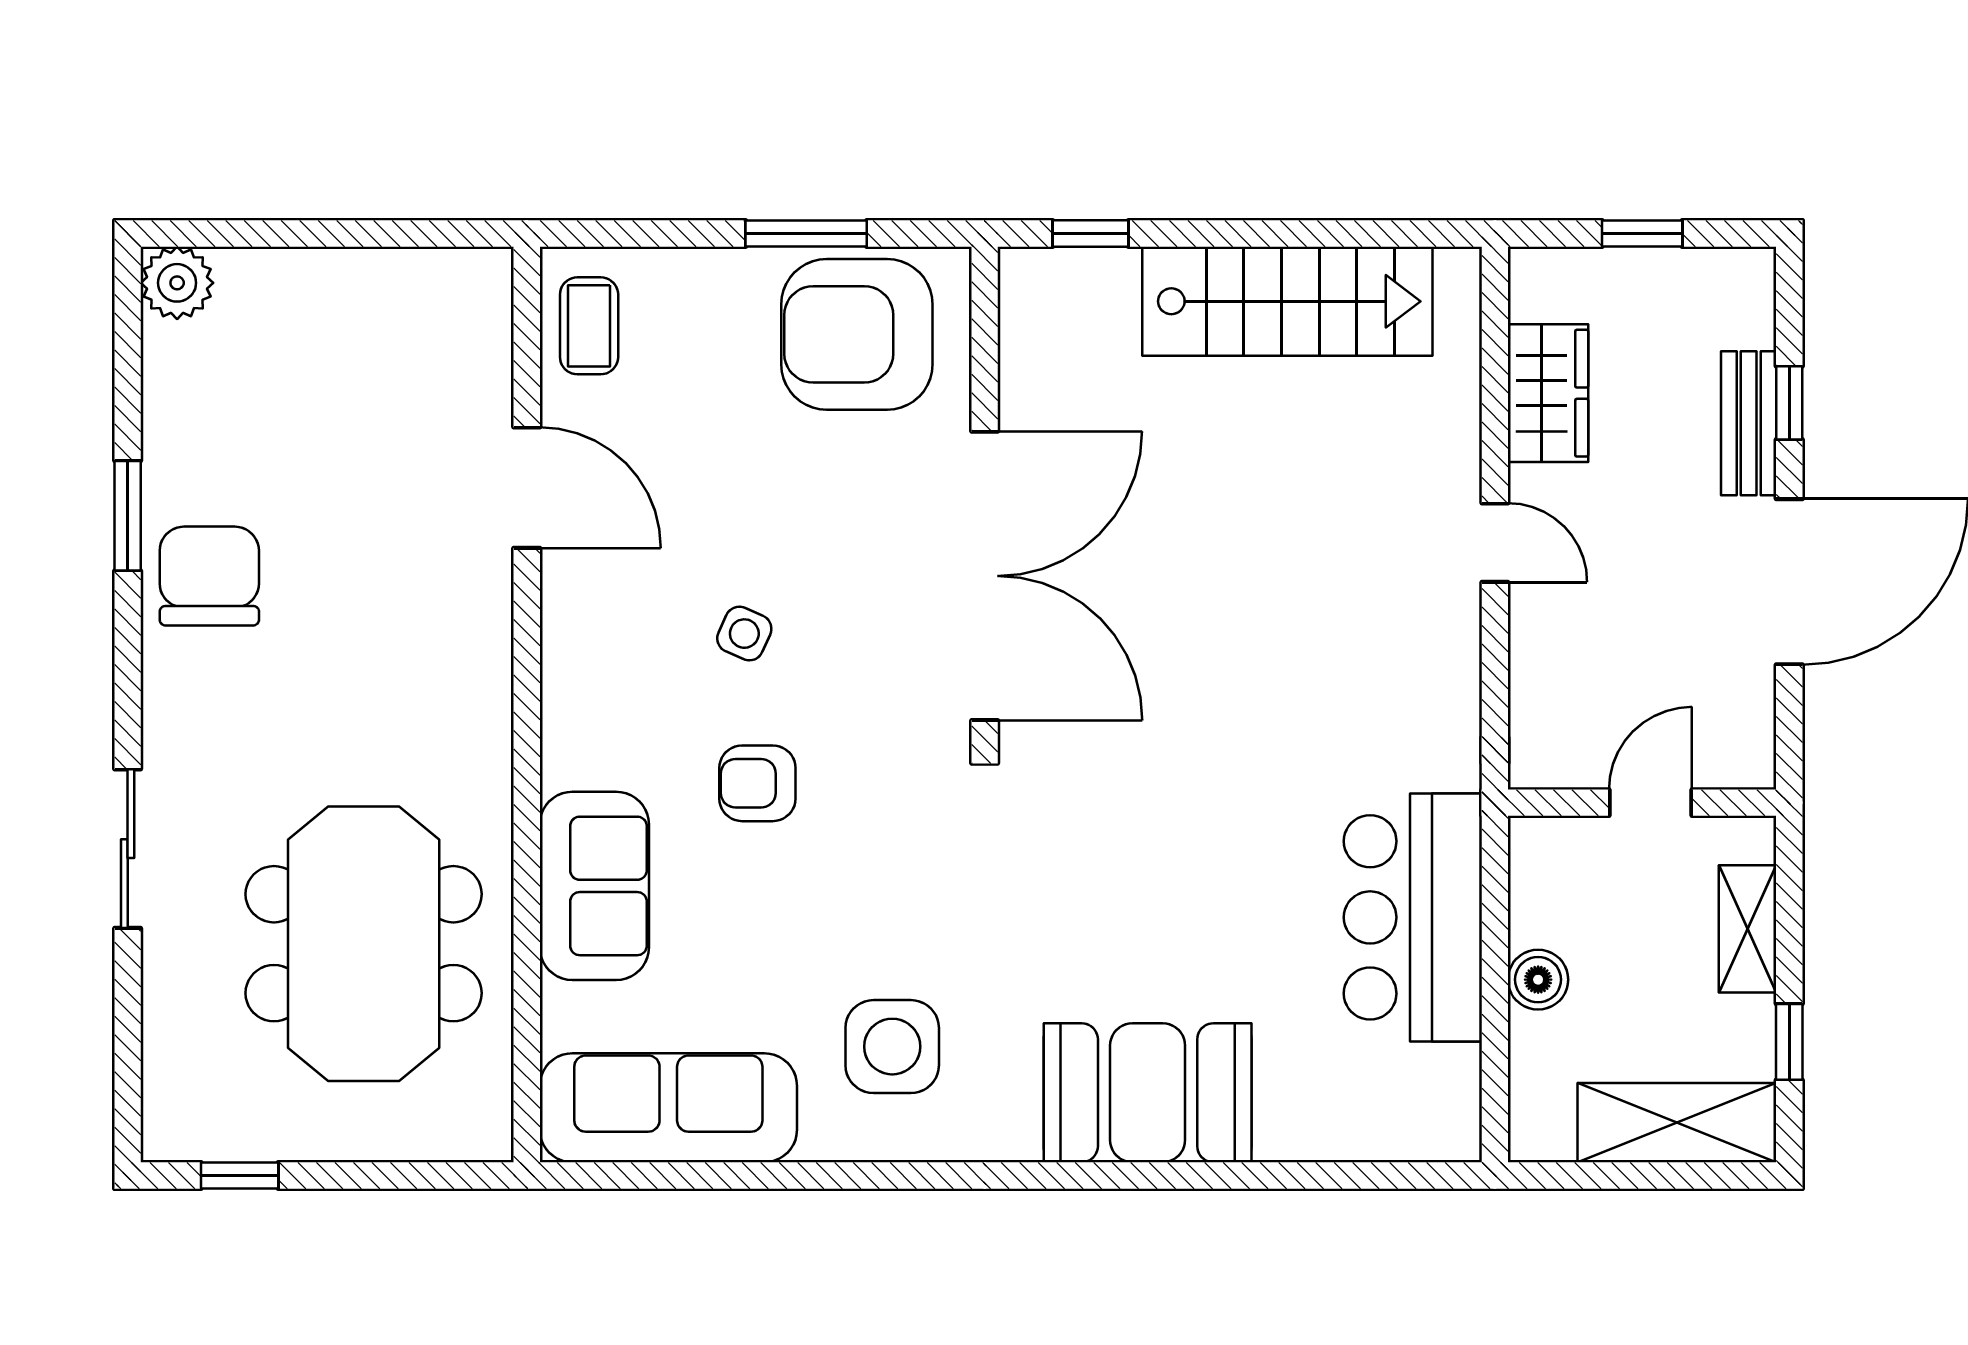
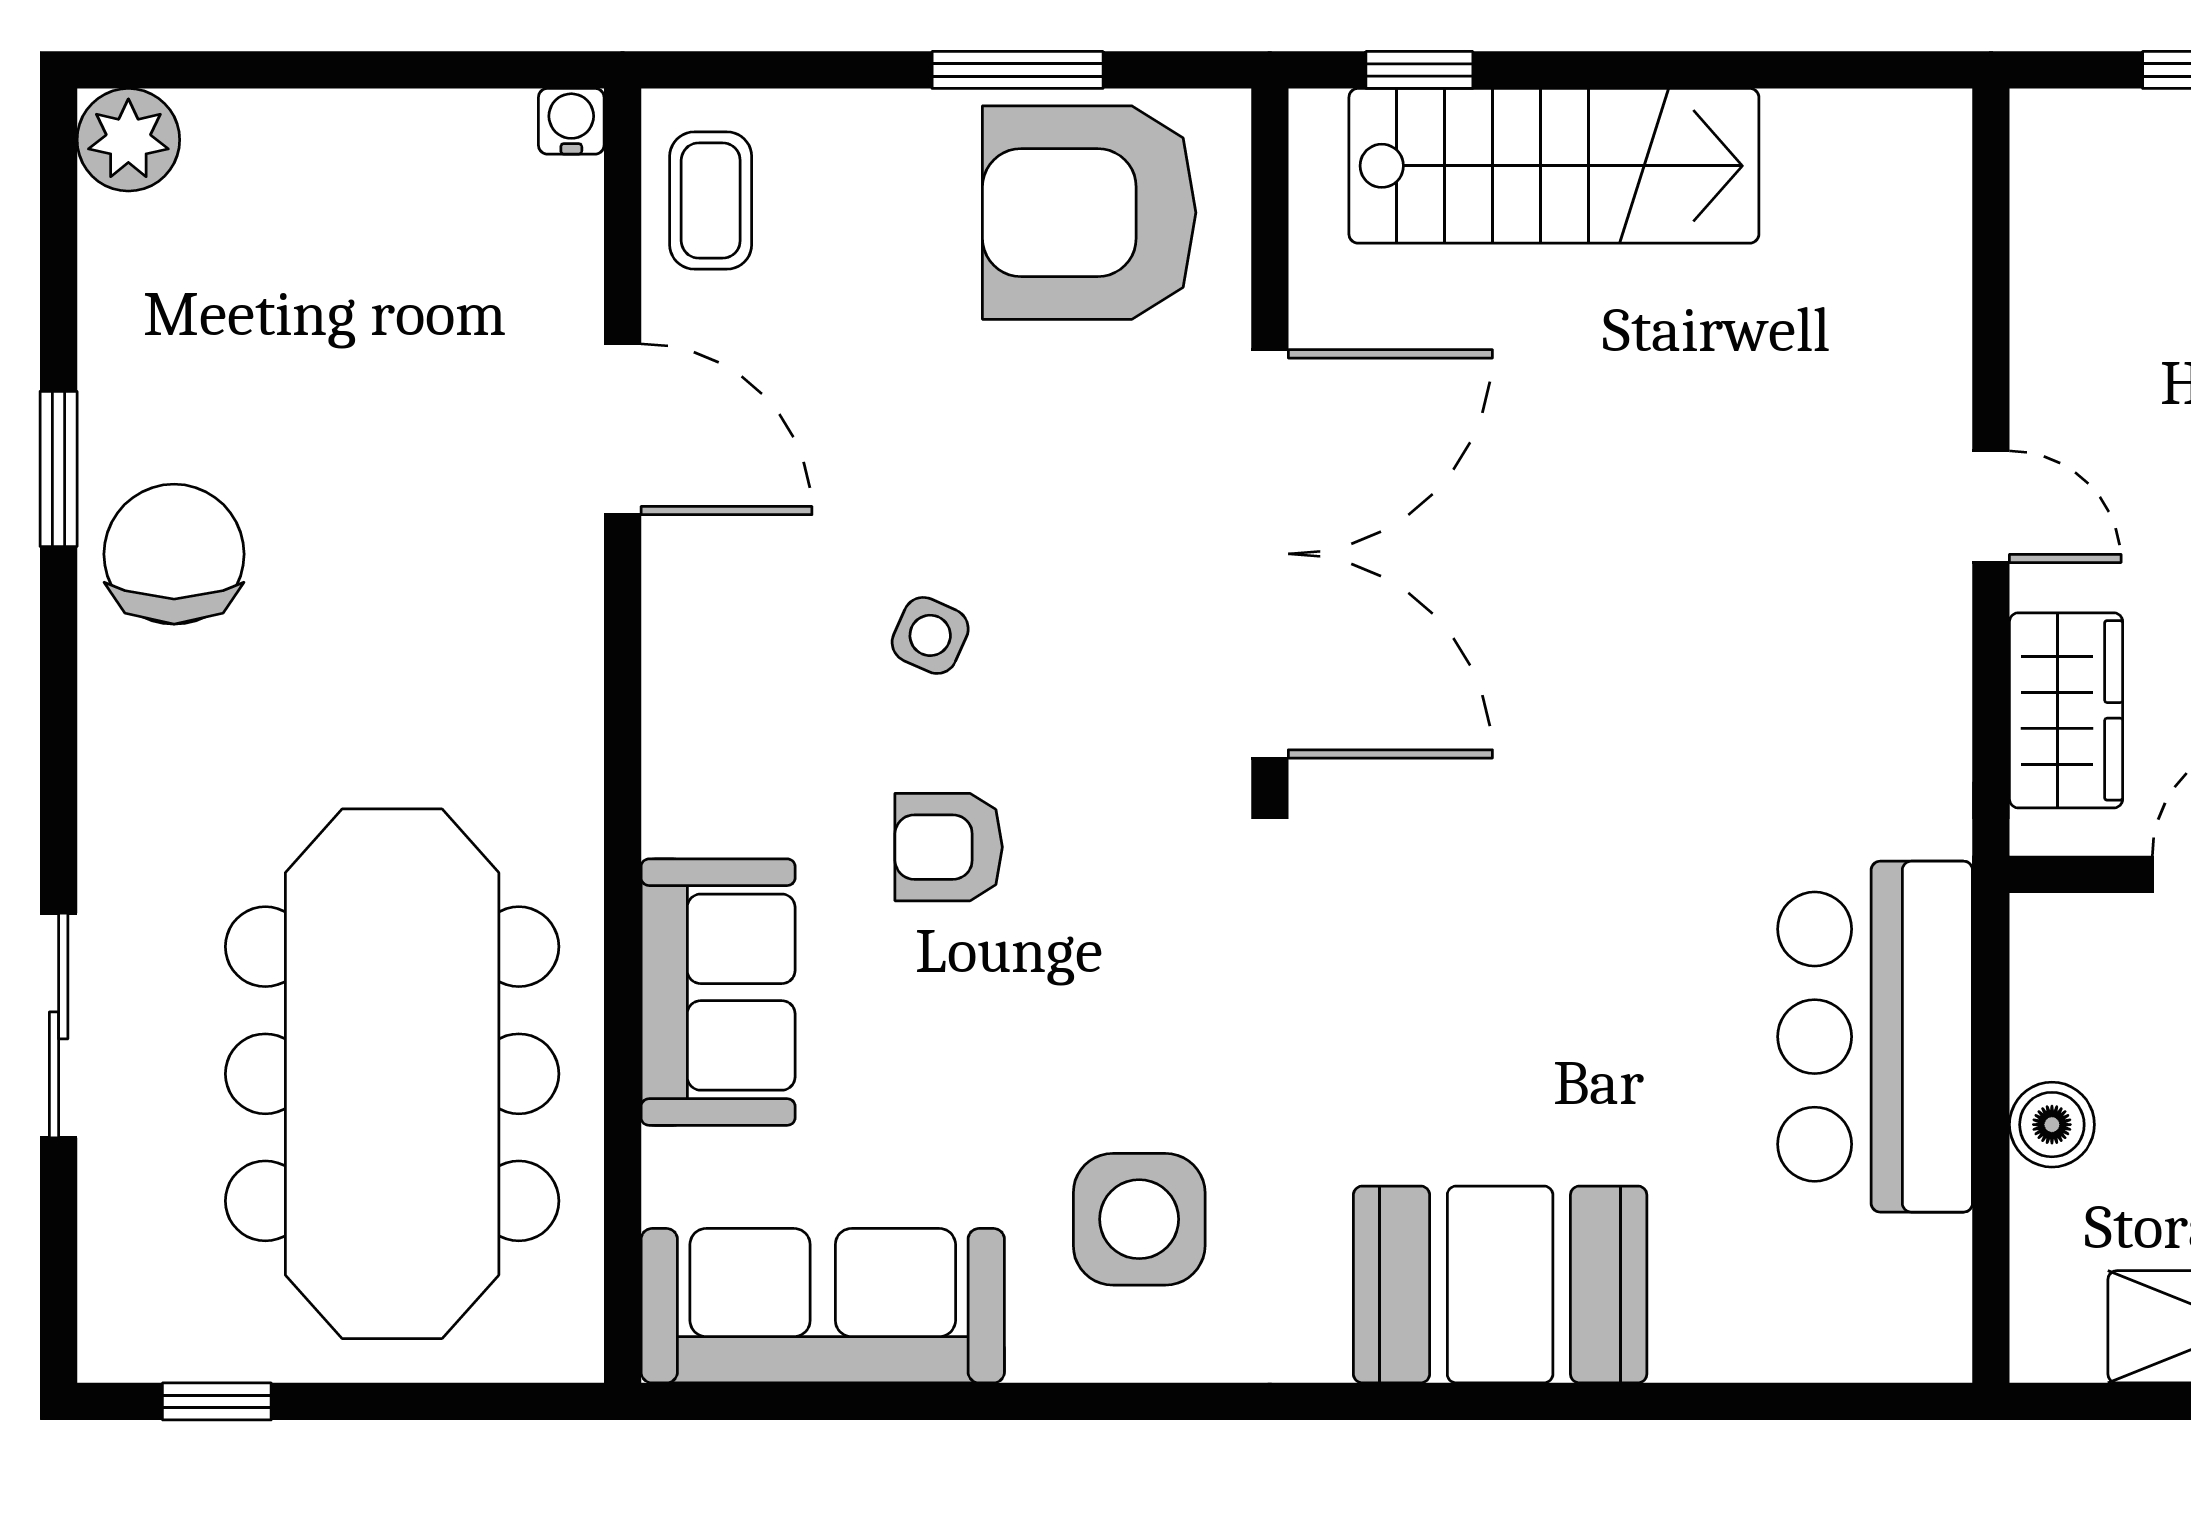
water cooler: (490, 270) -> (571, 121), added
stairs: (1287, 301) -> (1554, 166), moved
wardrobe: (1548, 393) -> (2066, 710), moved
sliding door: (128, 849) -> (59, 1025), moved
meeting table: (364, 944) -> (392, 1074), width x1.36

